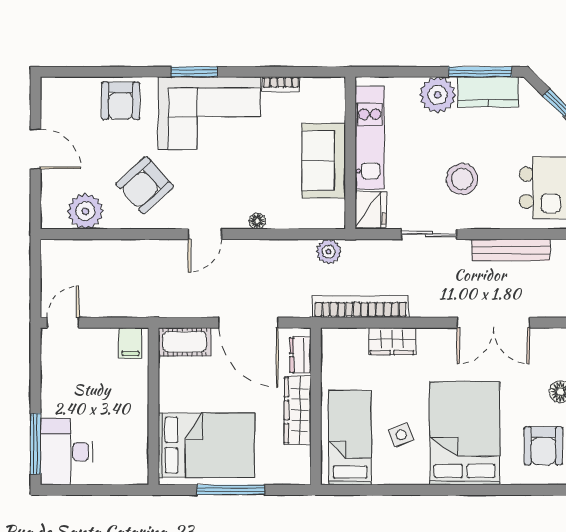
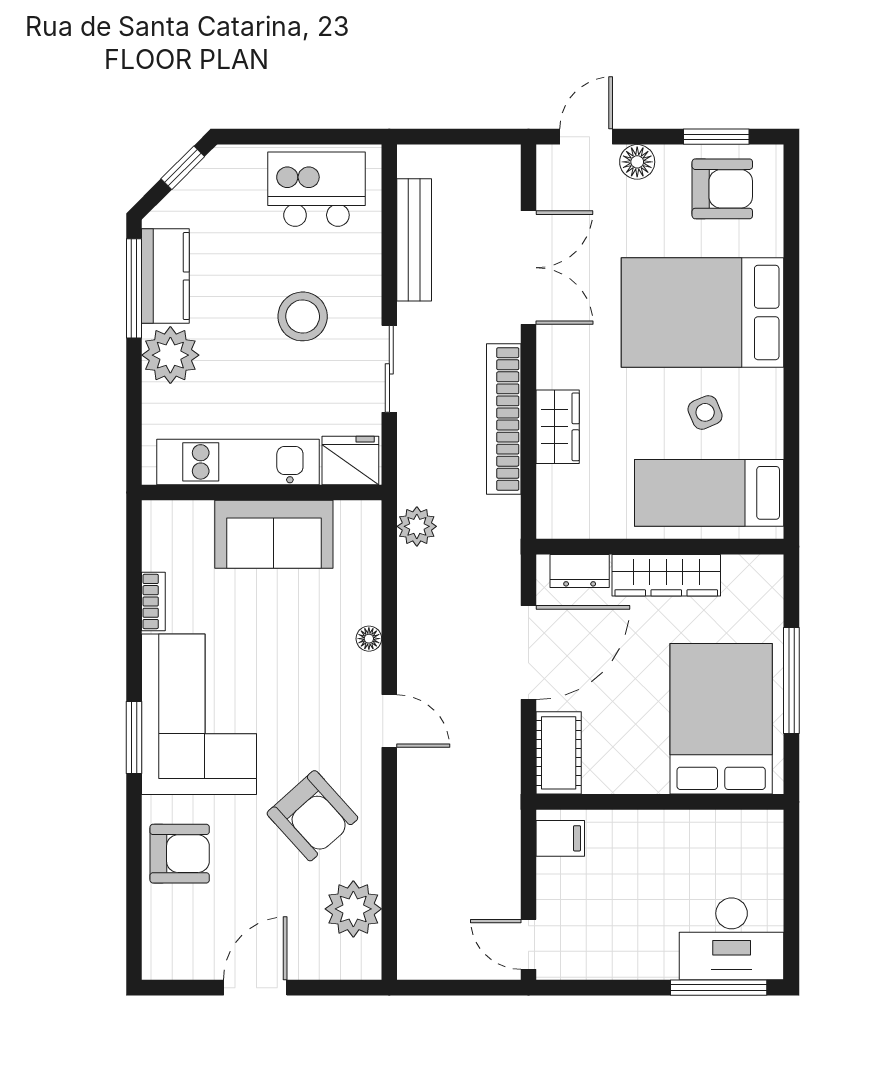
bookcase: (361, 307) -> (504, 419), moved

